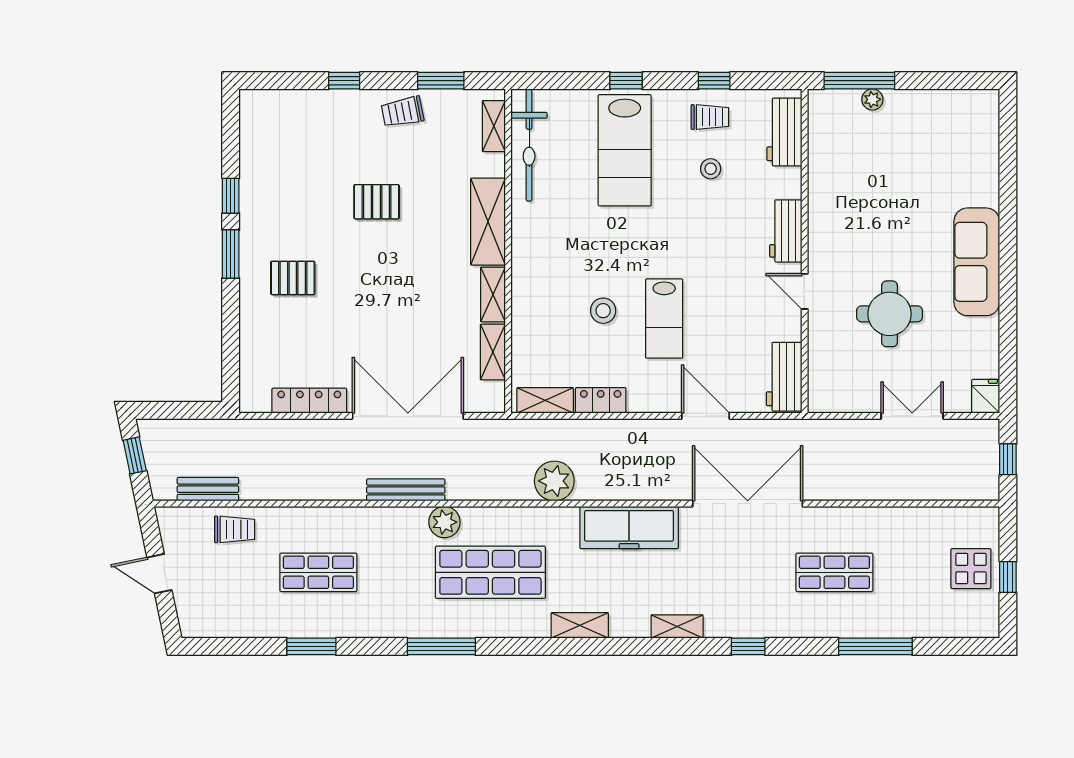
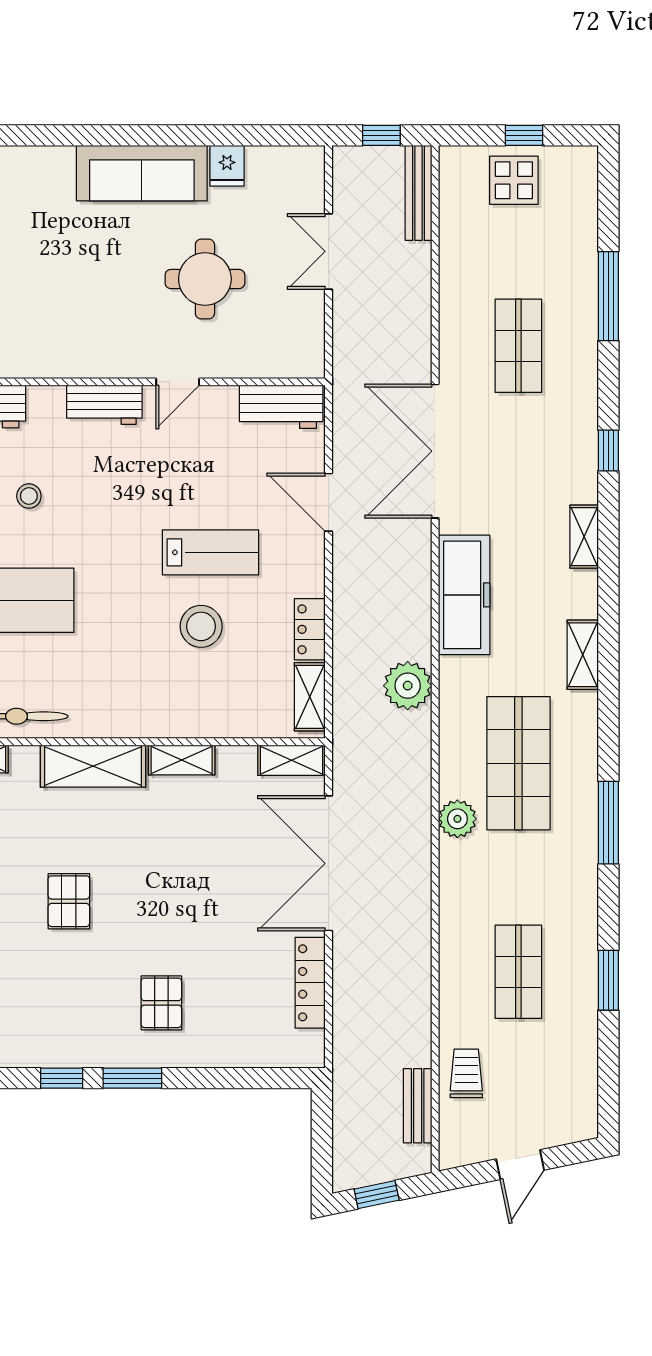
stool: (603, 311) -> (201, 626), width x1.38, depth x1.38
shelving: (493, 352) -> (291, 760), moved
fridge: (986, 396) -> (227, 166), moved, turned -90
door: (706, 416) -> (329, 502), hinge flipped
bench: (406, 490) -> (418, 193), moved

